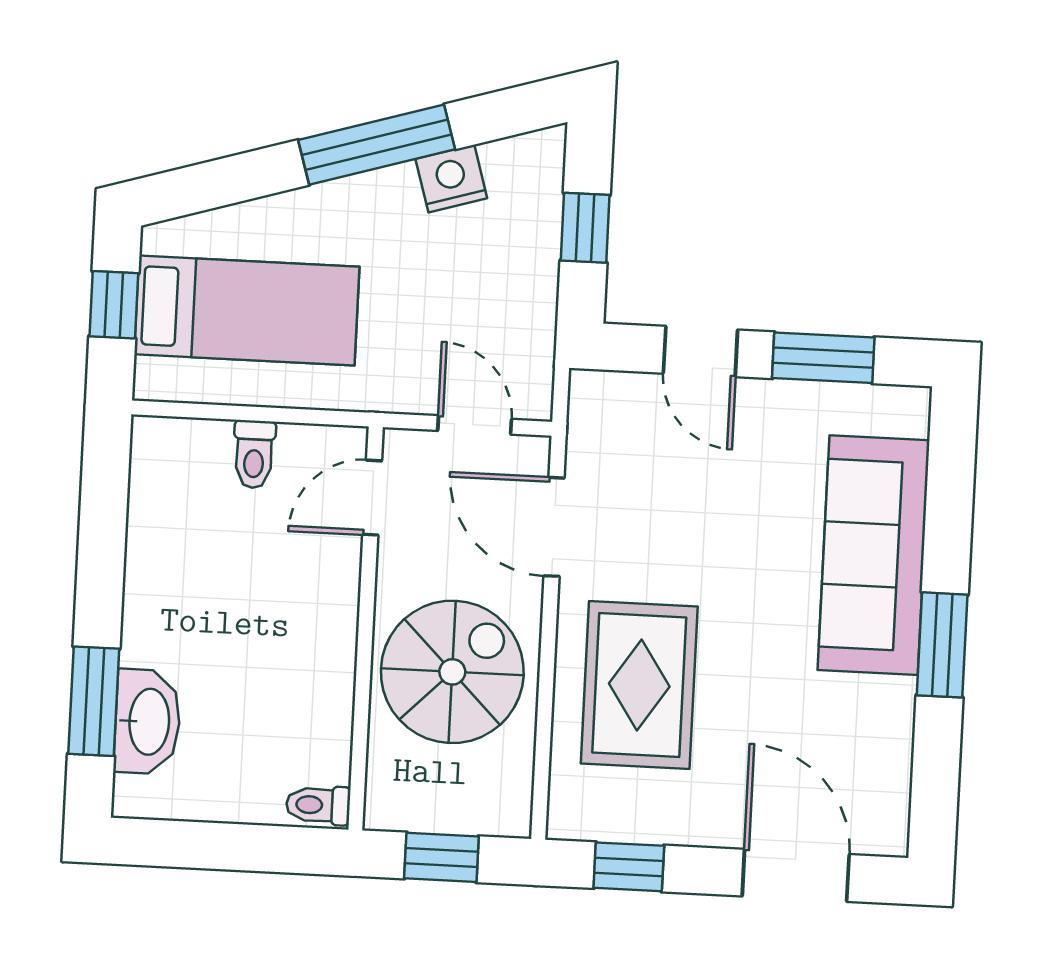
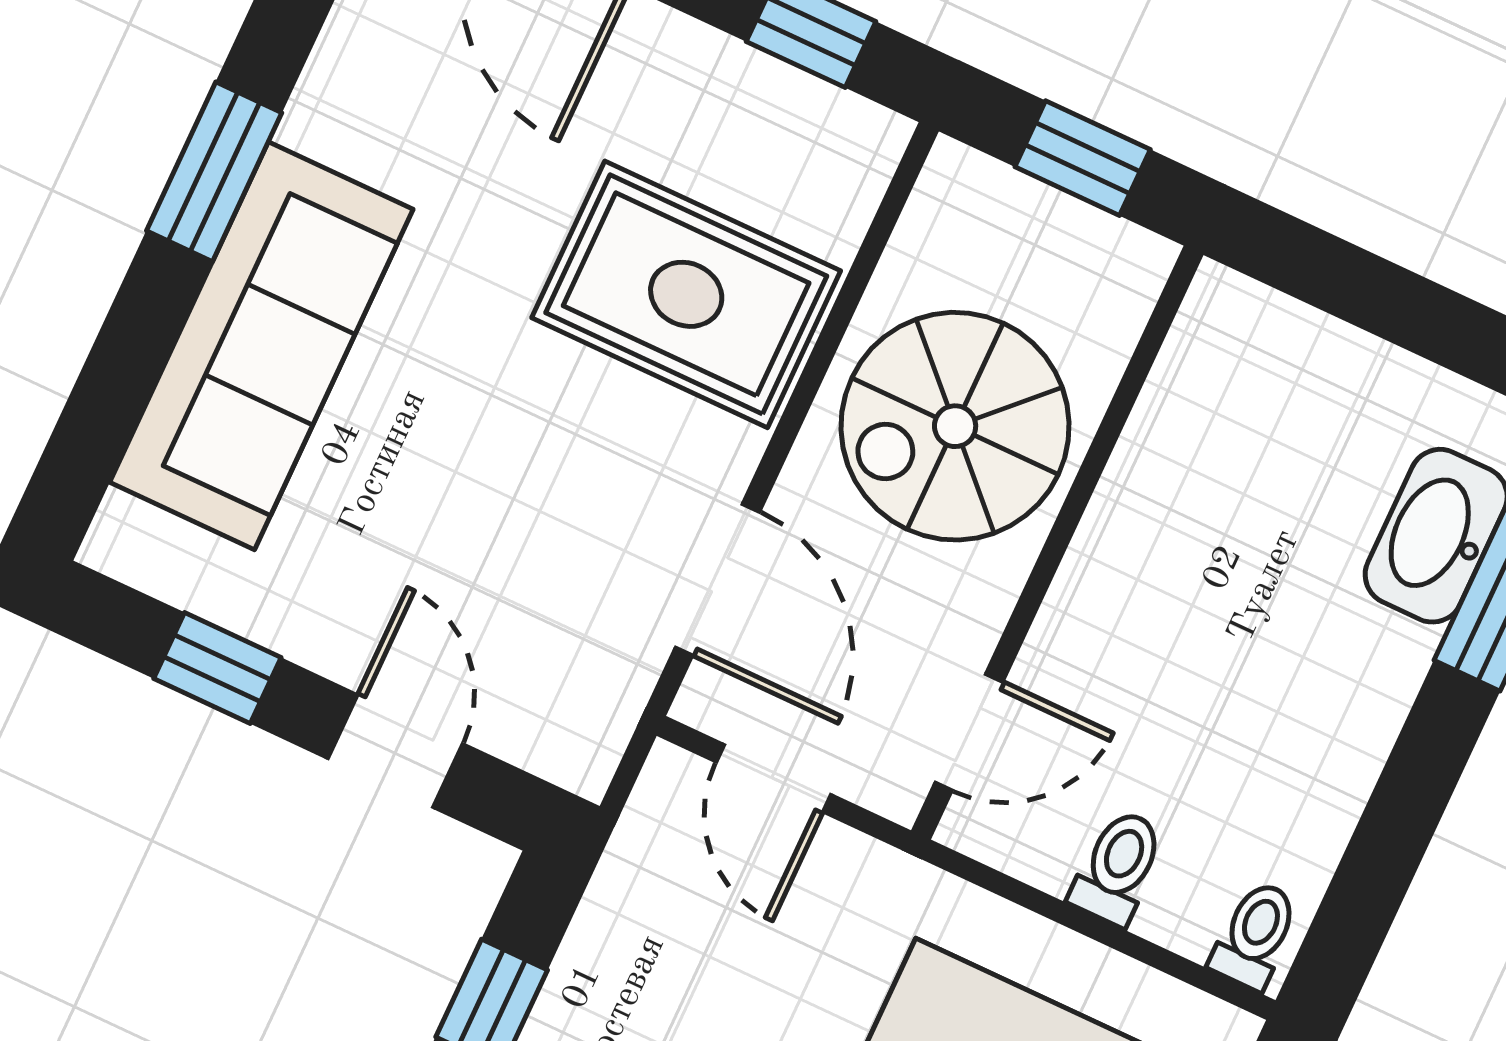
window: (823, 358) -> (217, 668), width x0.67
rug: (639, 685) -> (686, 294), turned 90
toilet: (318, 805) -> (1255, 935), moved, turned -90

